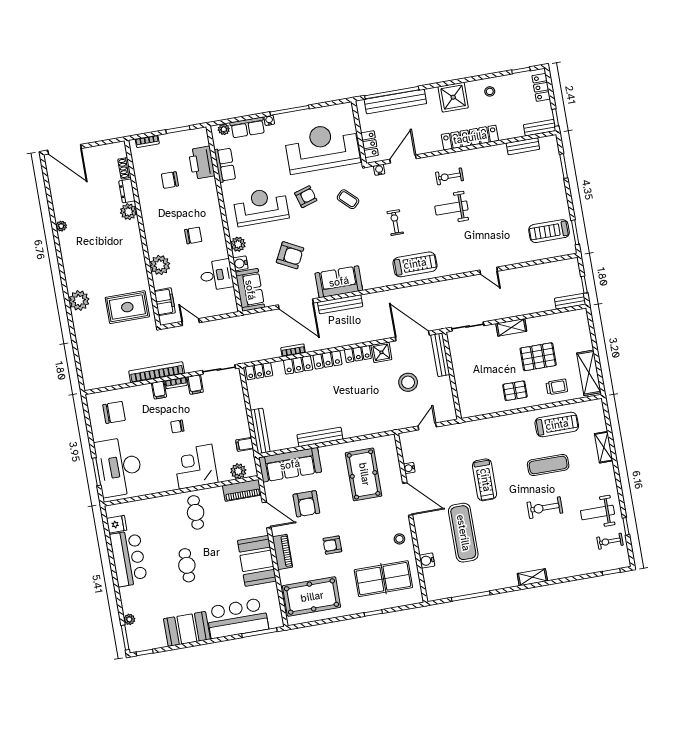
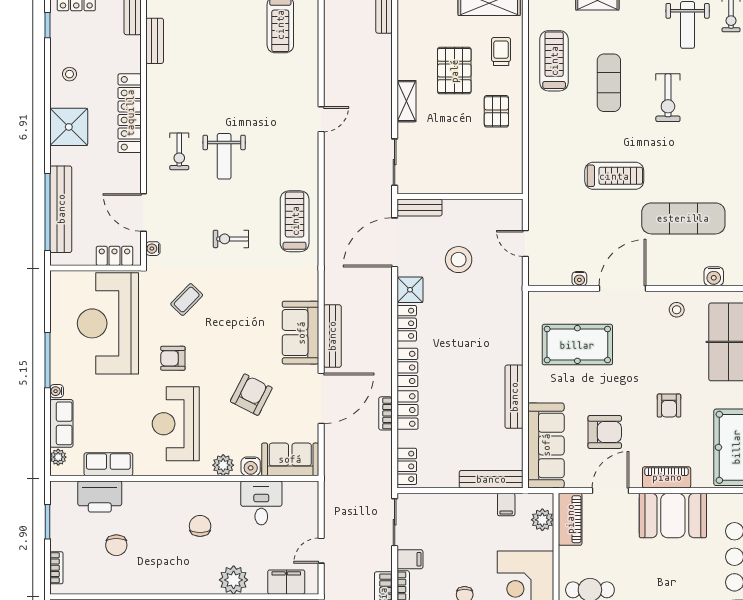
armchair: (306, 197) -> (173, 358), turned -73
bench: (440, 355) -> (419, 208), width x0.73

